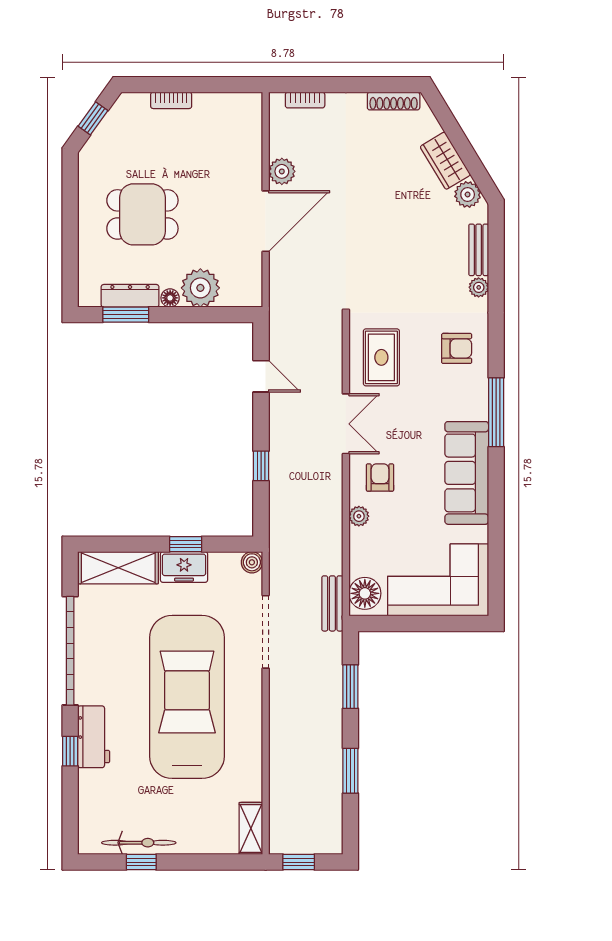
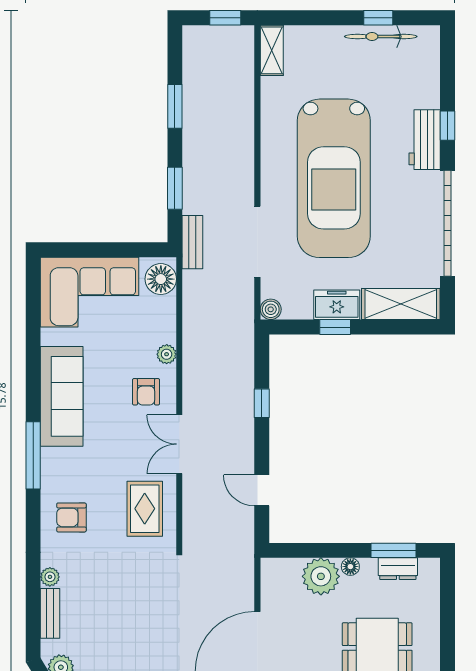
dresser: (130, 296) -> (398, 569), width x0.70
bench: (332, 603) -> (192, 242), moved

